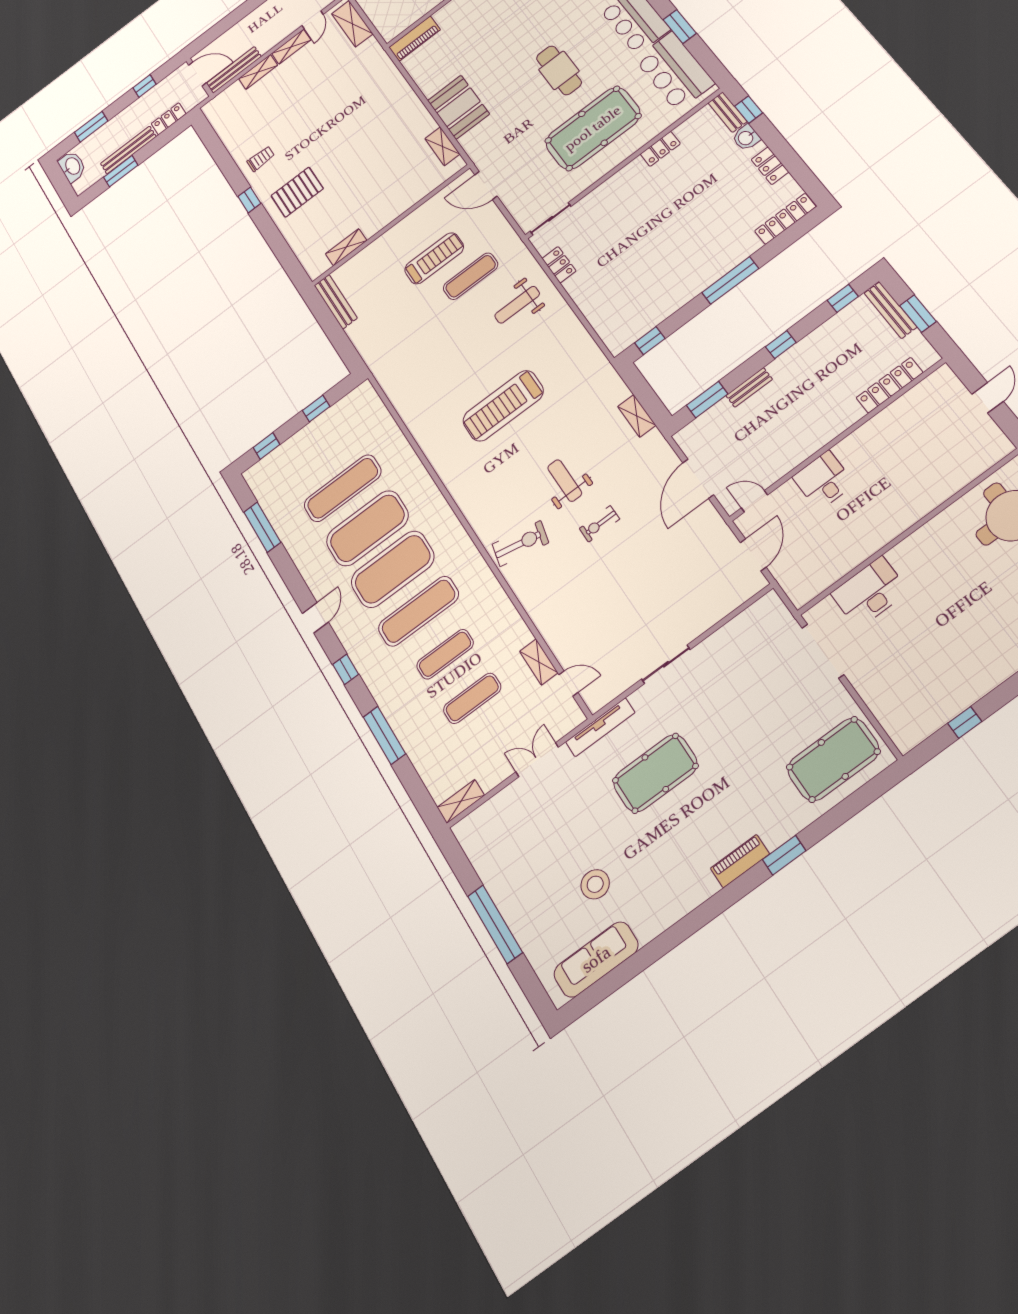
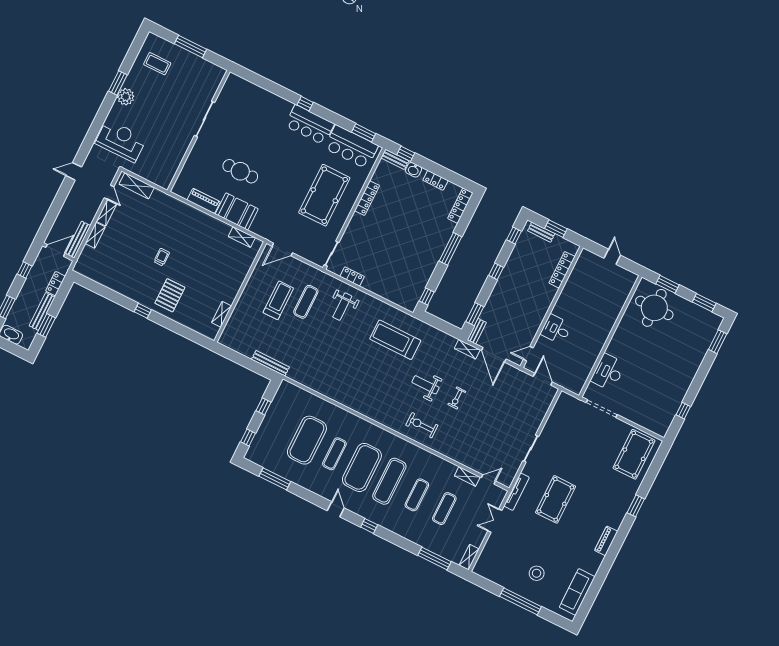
window: (680, 27) -> (364, 133), moved
piano: (415, 39) -> (204, 201), moved, turned -90
cafe table: (559, 70) -> (240, 171), moved
locker: (660, 149) -> (367, 198), width x1.53
trolley: (261, 159) -> (162, 257), moved
bench: (336, 302) -> (270, 363), moved
bench: (890, 310) -> (541, 232), width x0.73
bench: (749, 387) -> (477, 331), moved
treadmill: (503, 406) -> (395, 340), moved, turned 90
shelving: (637, 416) -> (467, 349), moved
exercise mat: (343, 488) -> (307, 440), width x1.47
exercise mat: (367, 528) -> (334, 454), width x0.50, depth x0.69
exercise bike: (520, 544) -> (422, 425), turned -102
window: (384, 735) -> (434, 558), moved
piano: (740, 861) -> (606, 541), moved
stool: (595, 884) -> (537, 573), moved

